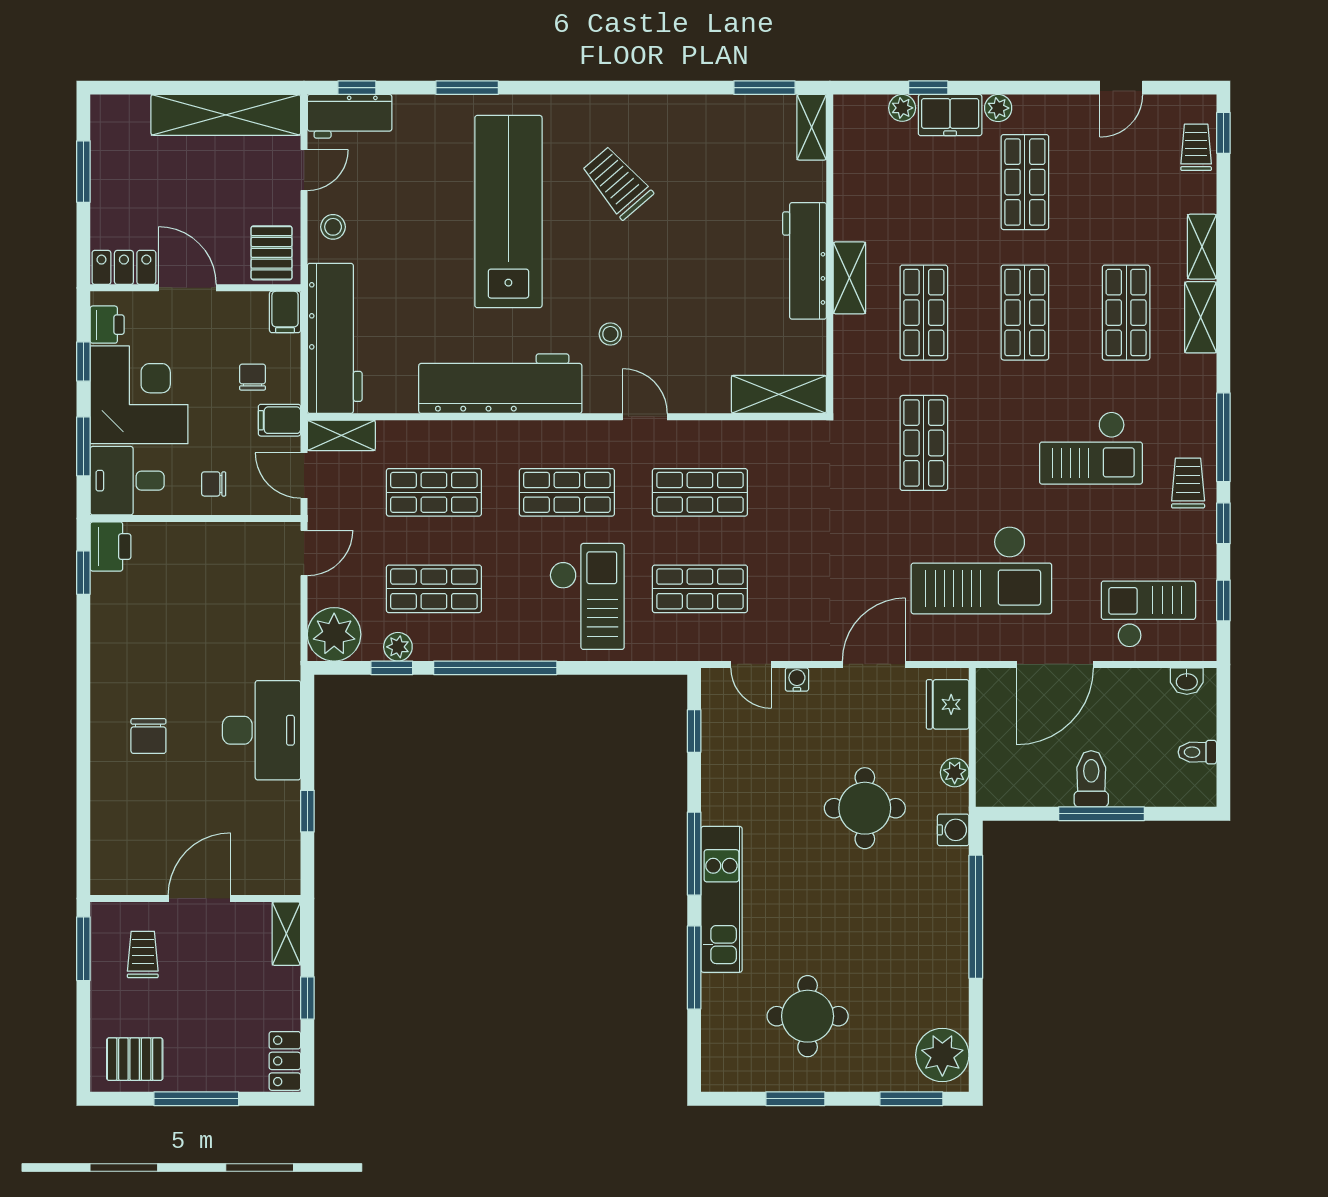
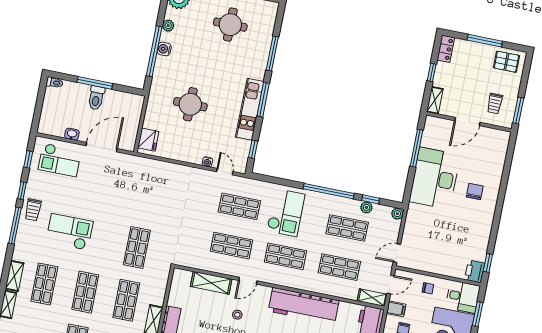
stool: (610, 334) -> (237, 315), moved
shelving: (779, 394) -> (211, 283), moved
door: (645, 417) -> (248, 281), hinge flipped
door: (304, 475) -> (391, 284), hinge flipped
checkout: (981, 570) -> (124, 191), removed
checkout: (587, 596) -> (286, 213), turned 180
plant: (334, 634) -> (397, 214), width x0.53, depth x0.53
door: (874, 664) -> (175, 162), removed
washbasin: (1187, 681) -> (72, 134), moved
desk: (261, 730) -> (435, 178), width x1.36, depth x1.30
toilet: (1197, 752) -> (54, 83), moved
plant: (955, 772) -> (168, 26), moved
window: (307, 811) -> (416, 148), width x2.17
water cooler: (953, 830) -> (164, 49), moved
kitchen unit: (721, 899) -> (250, 109), moved

